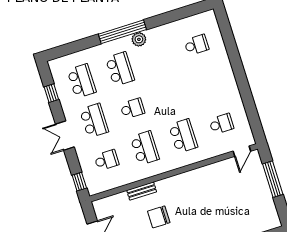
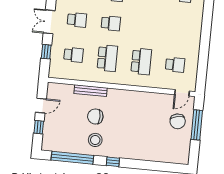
school desk: (94, 121) -> (77, 20), width x0.54
window: (79, 182) -> (46, 52), moved
chair: (250, 184) -> (178, 121), added
bench: (142, 191) -> (91, 91), width x1.36

